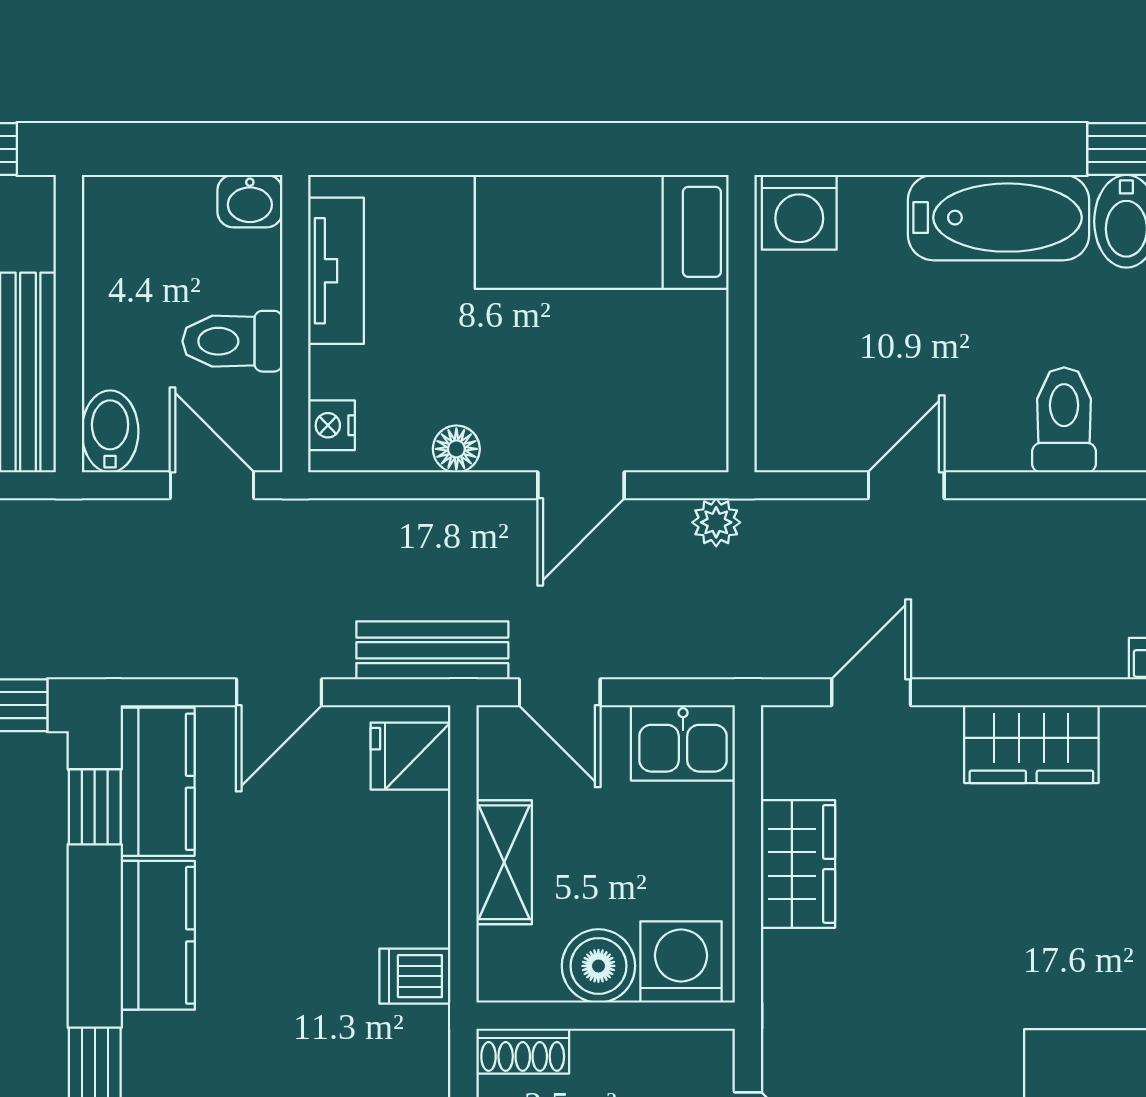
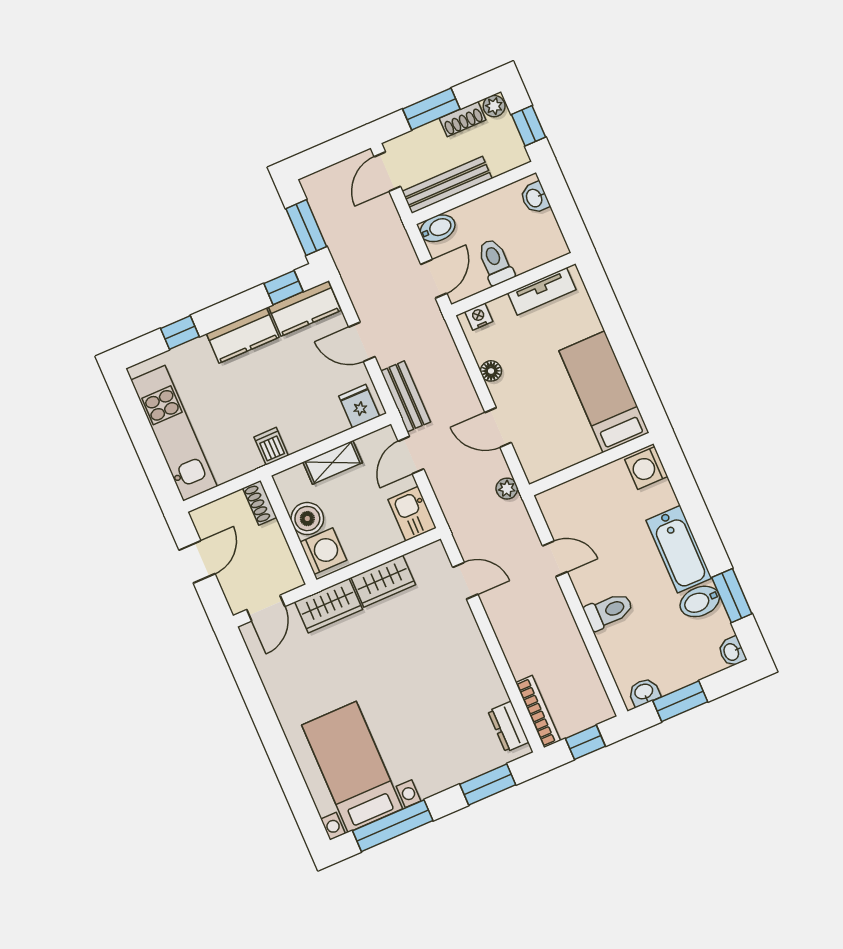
washbasin: (250, 201) -> (535, 198), moved
wardrobe: (1031, 744) -> (329, 606), moved, turned -90

